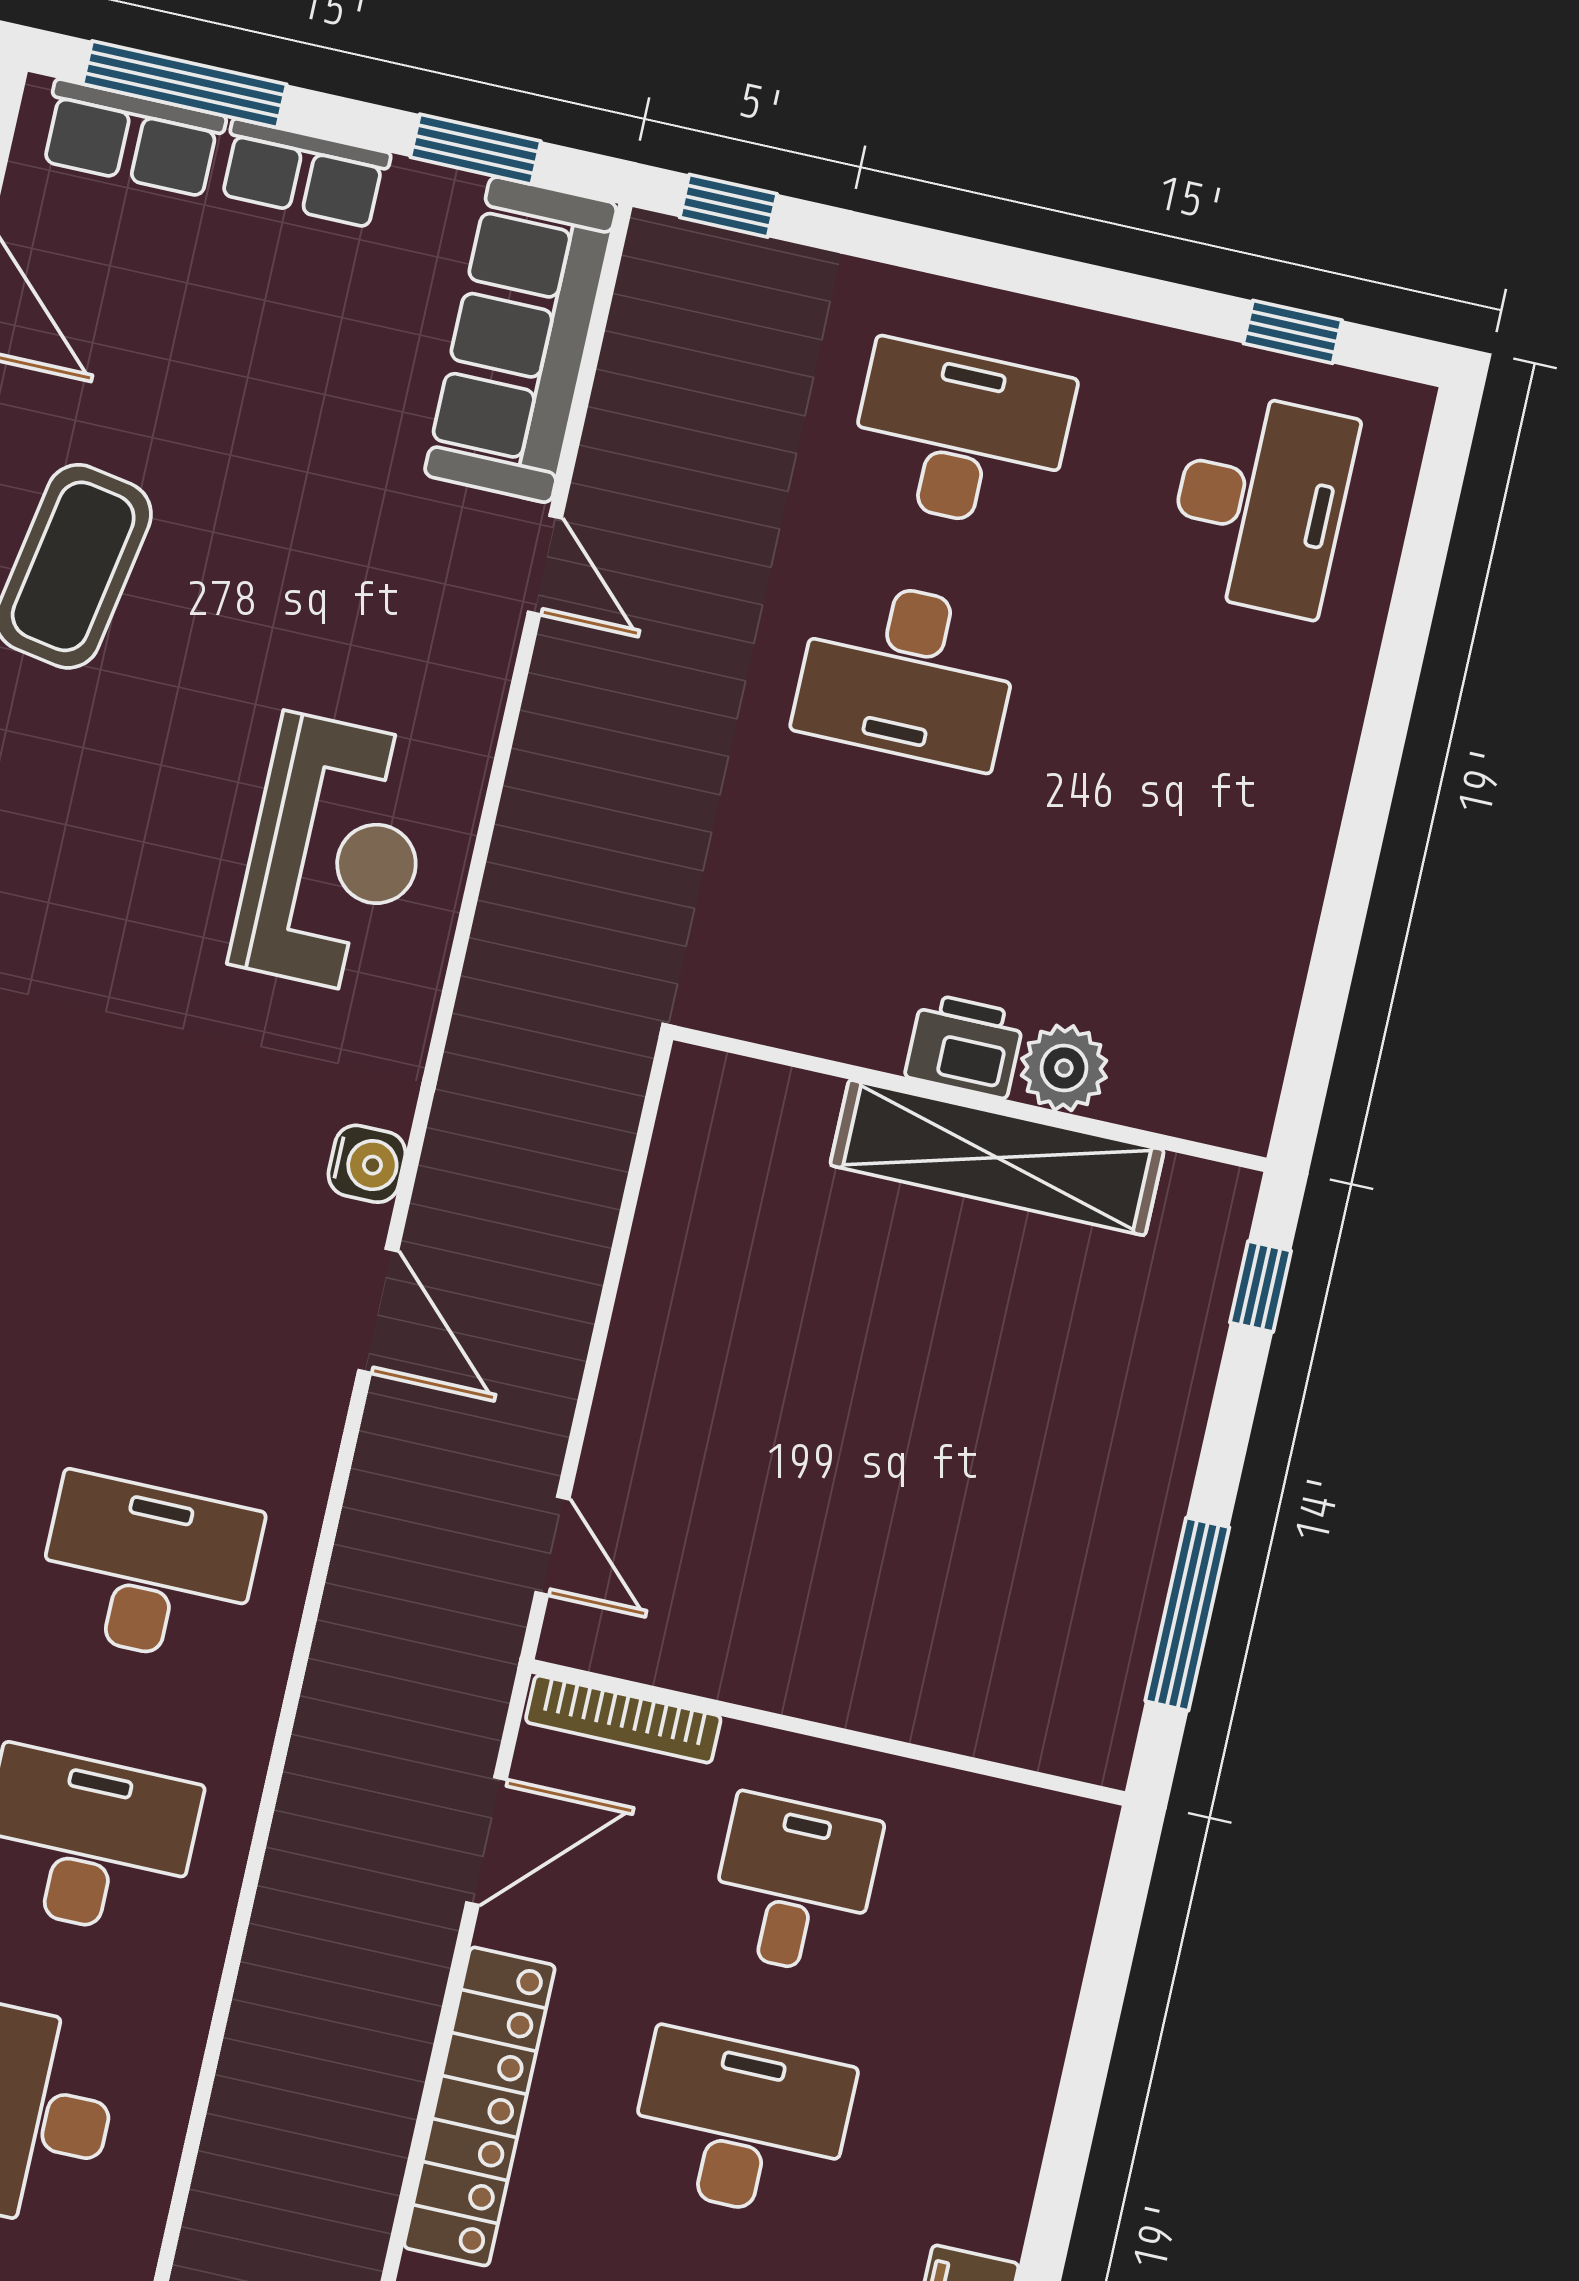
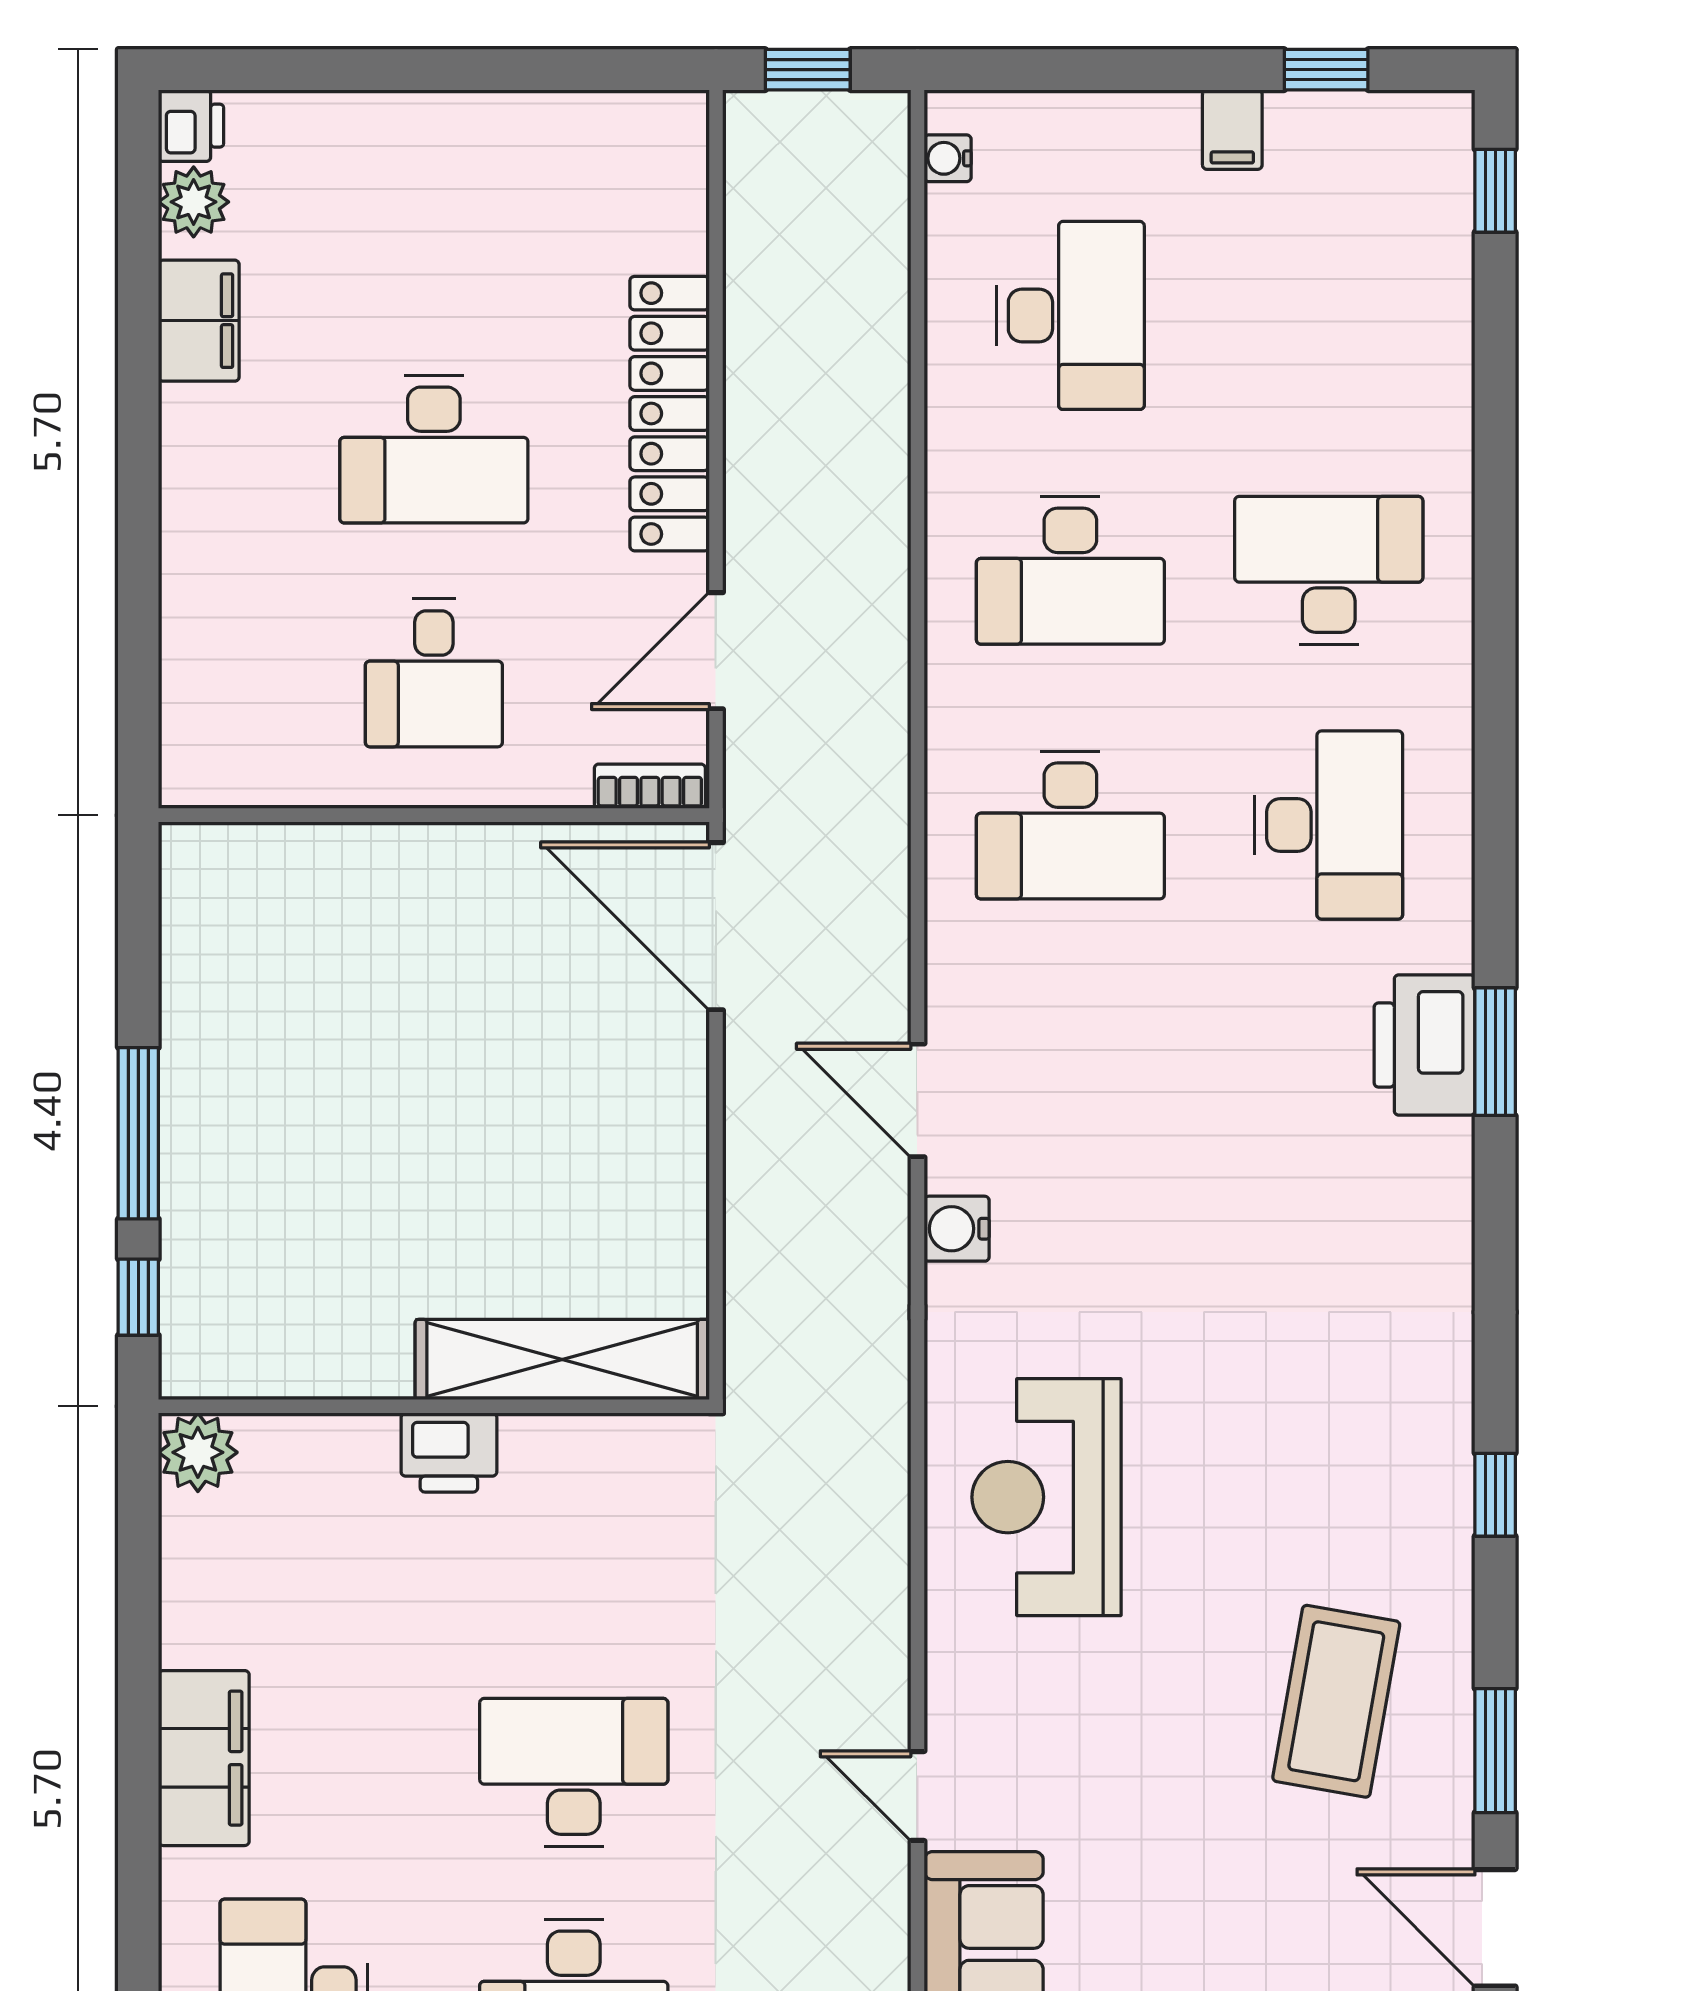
filing cabinet: (1301, 777) -> (204, 1758), added
plant: (1064, 1068) -> (198, 1452), moved
shelving: (997, 1158) -> (562, 1359), moved
door: (552, 1546) -> (716, 926), width x1.87
window: (1187, 1614) -> (138, 1133), moved
bookcase: (623, 1719) -> (650, 786), width x0.64

